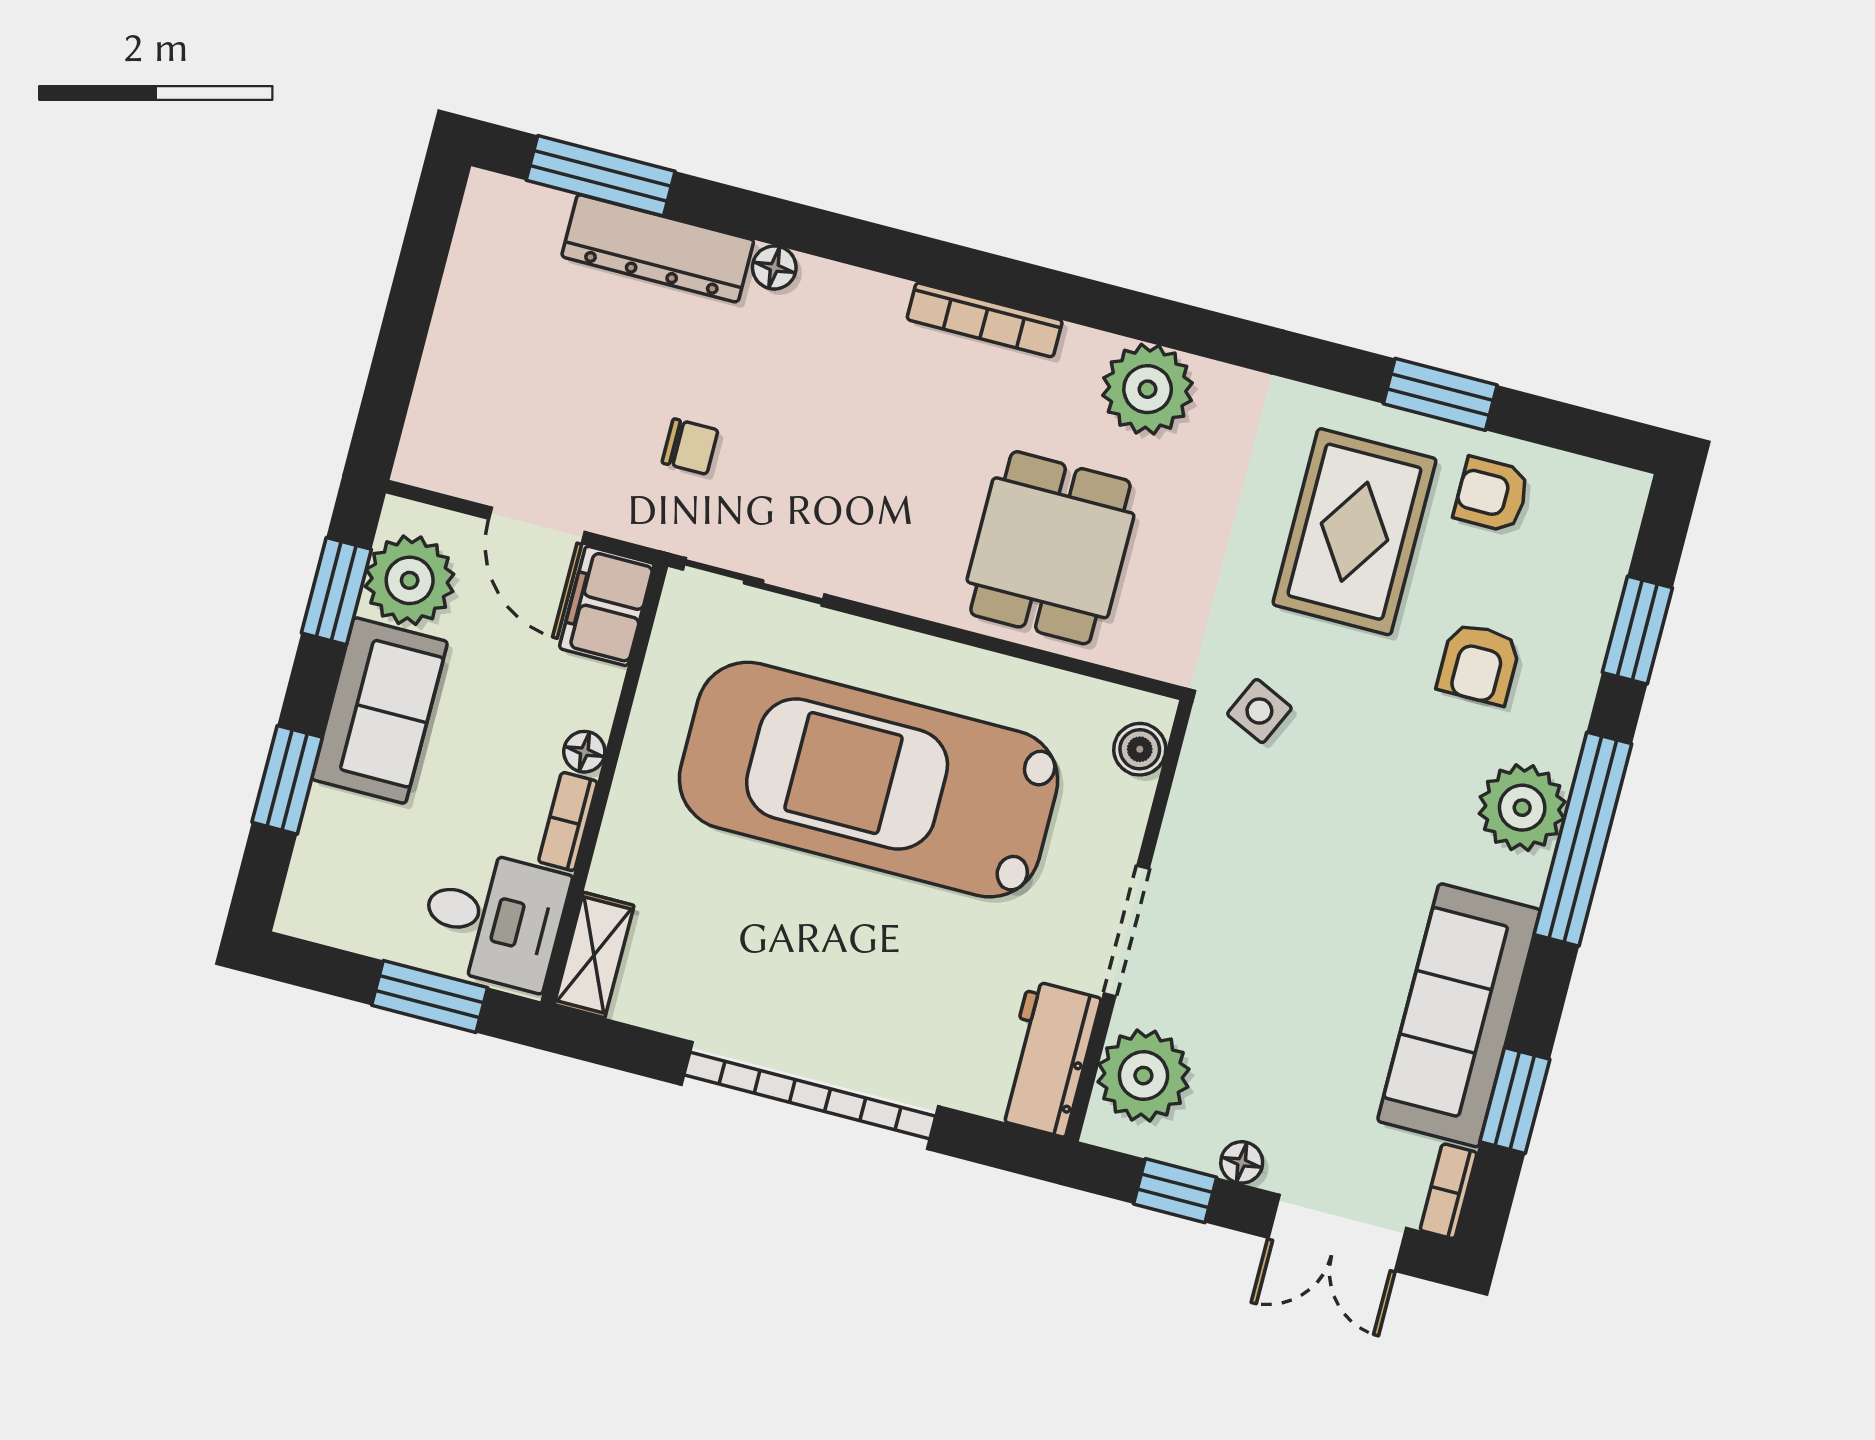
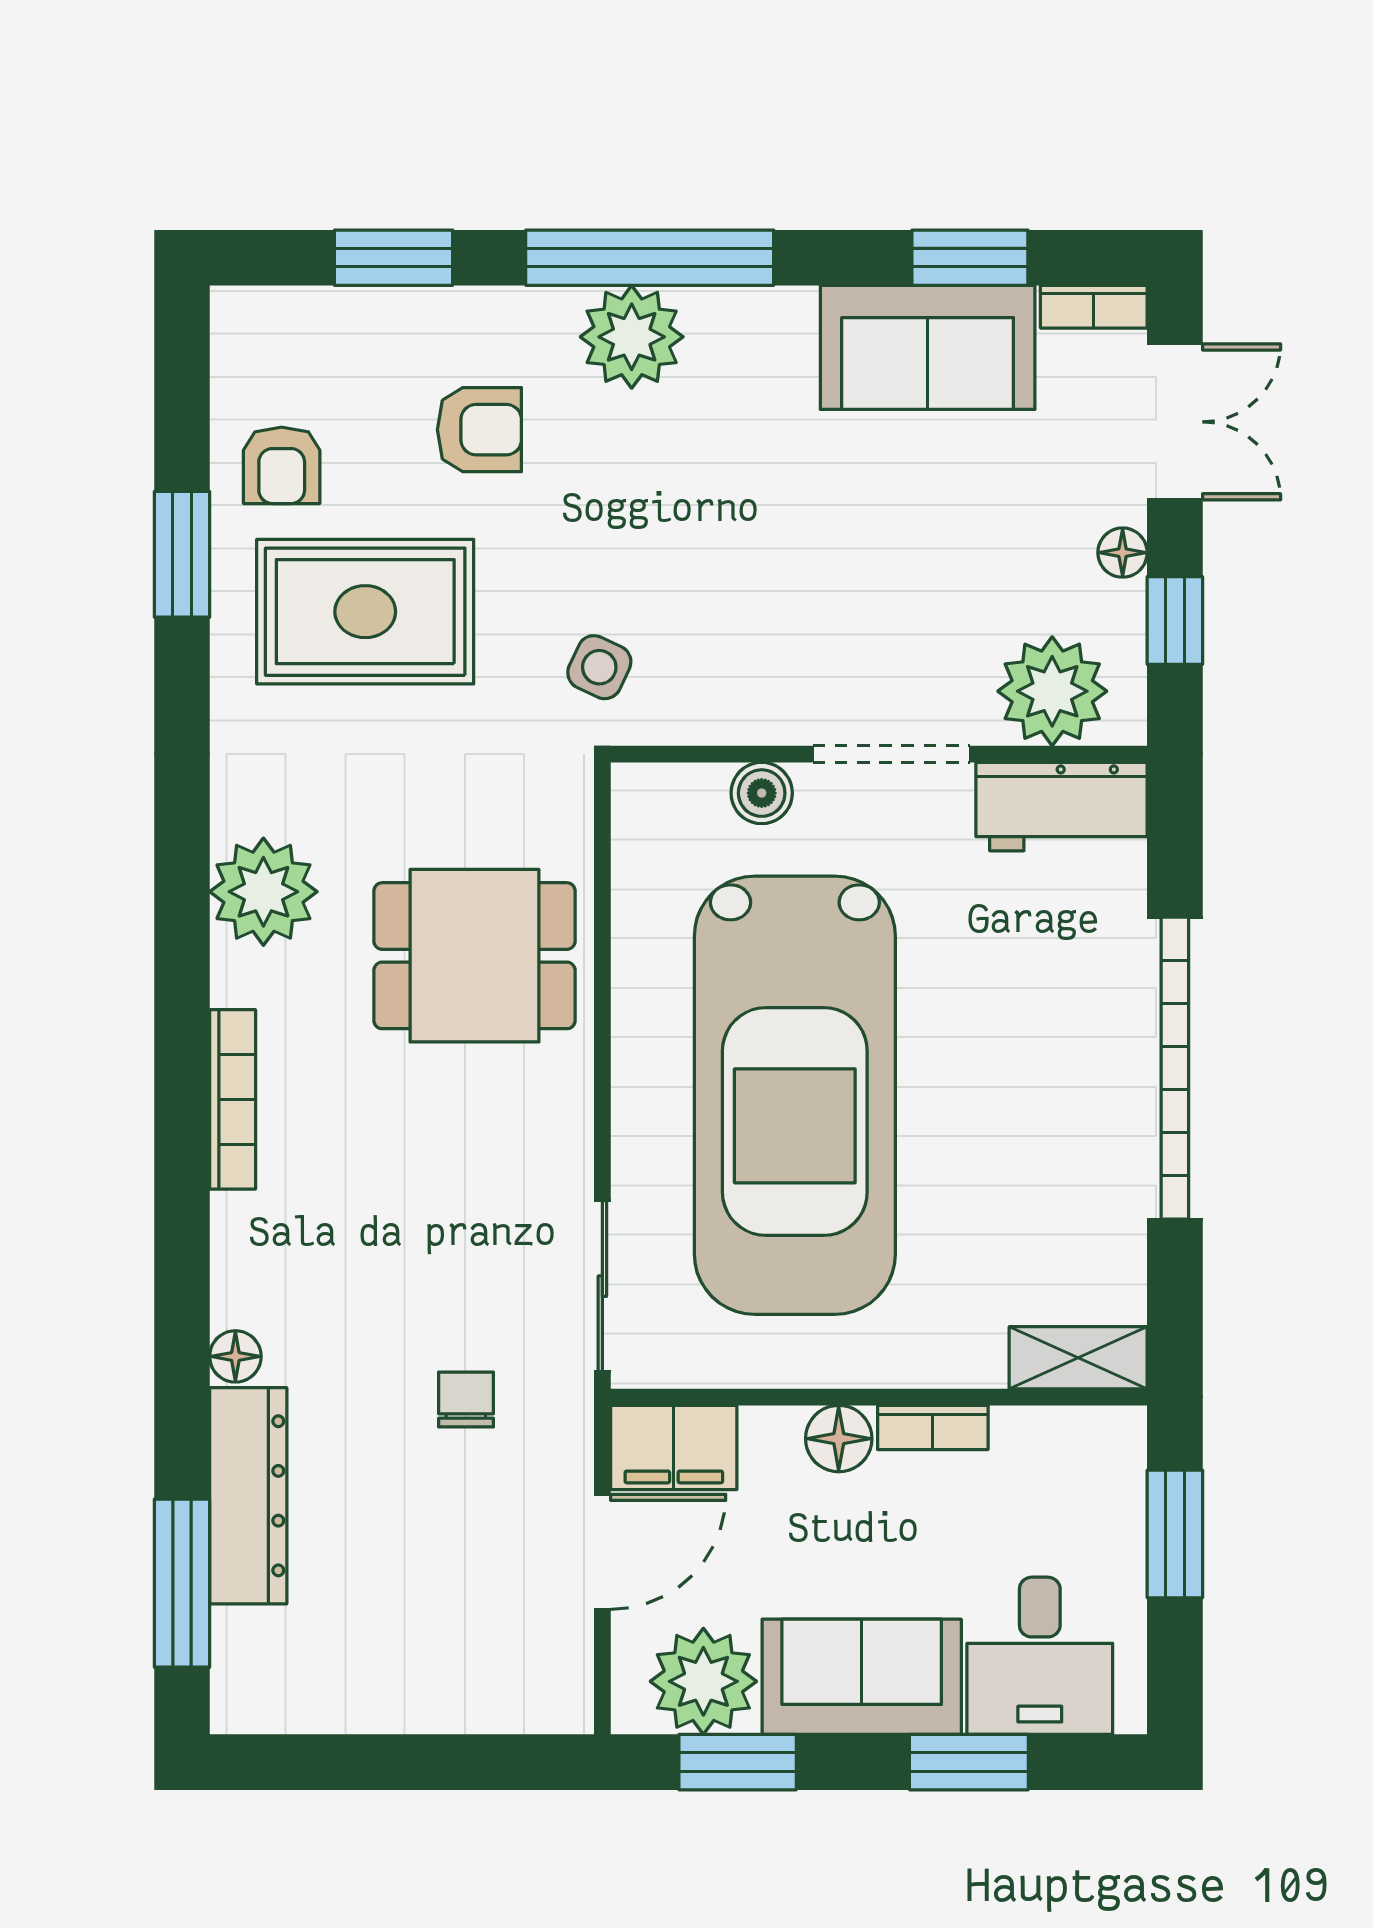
boiler: (1140, 749) -> (762, 793), moved
floor lamp: (584, 752) -> (839, 1439), width x1.37, depth x1.37
desk: (493, 919) -> (1040, 1656), moved, turned 180
sofa: (1459, 1015) -> (928, 347), width x0.73

